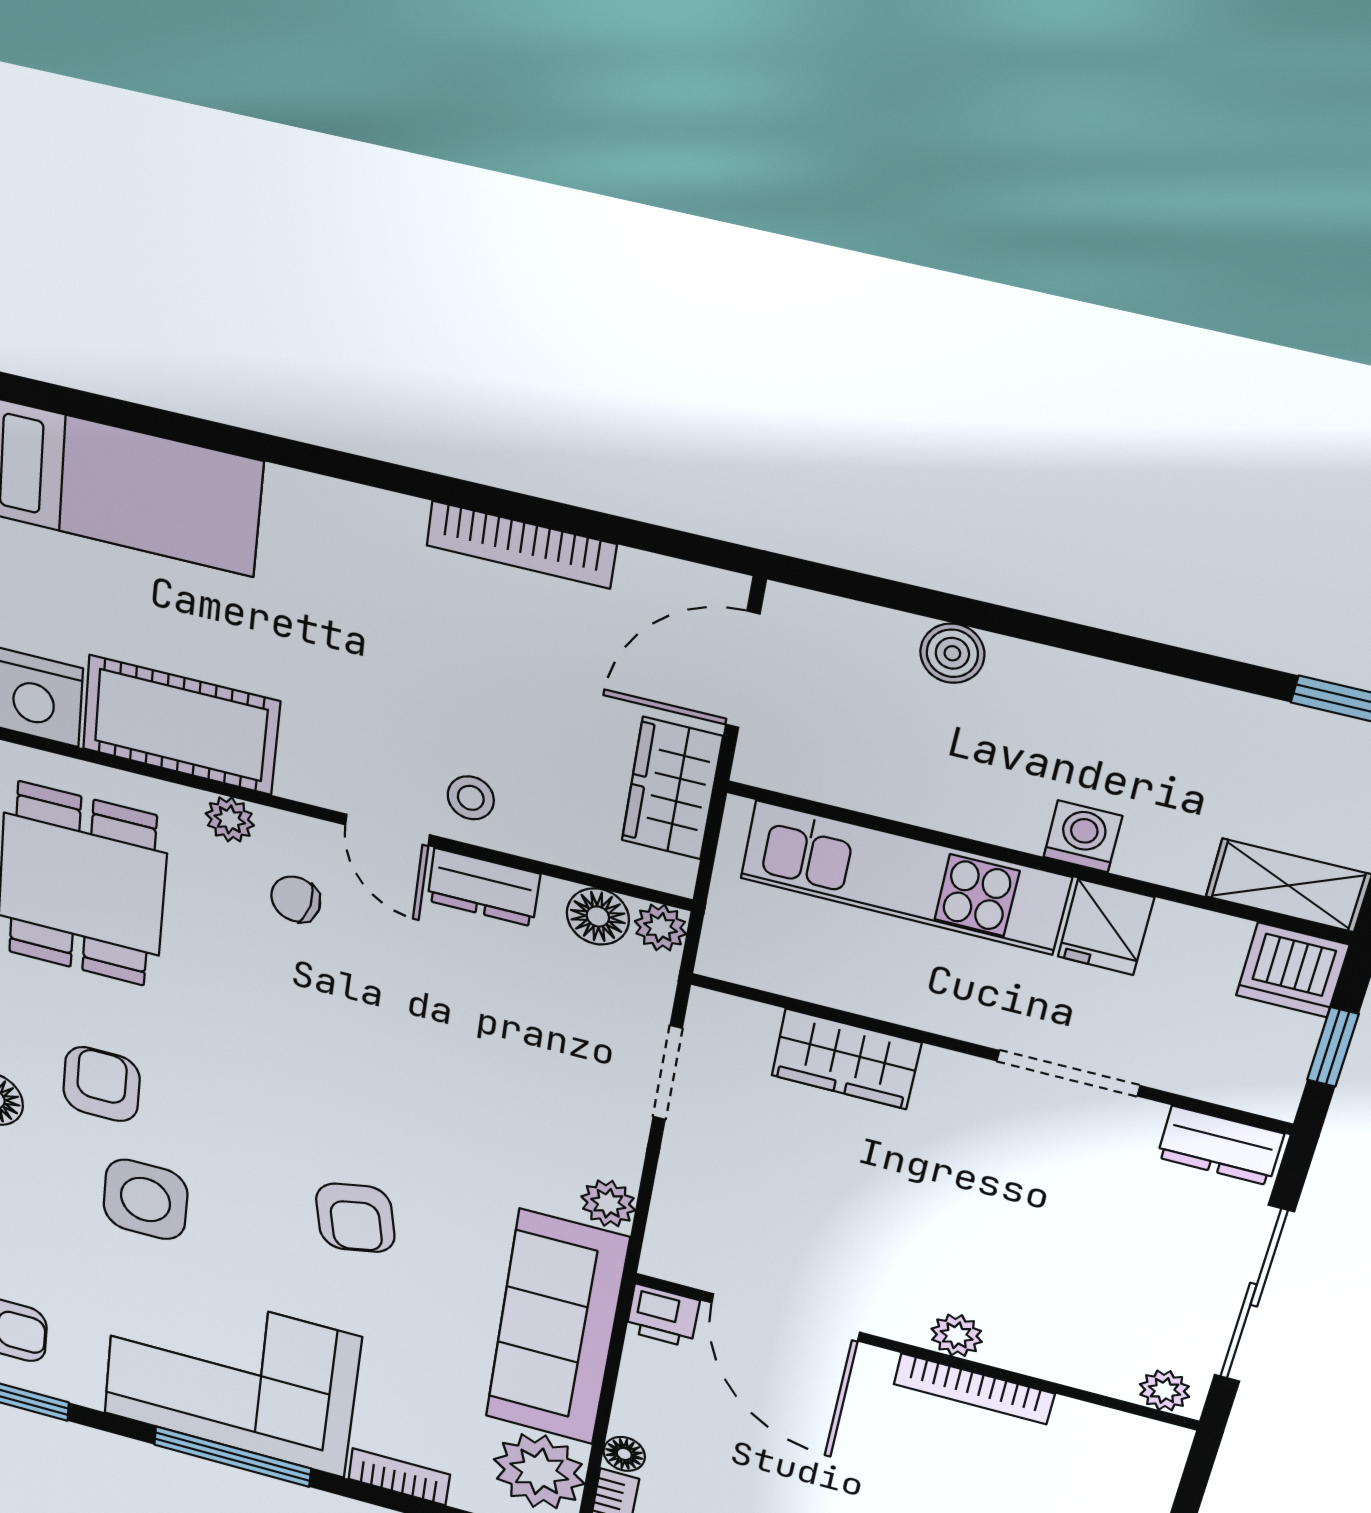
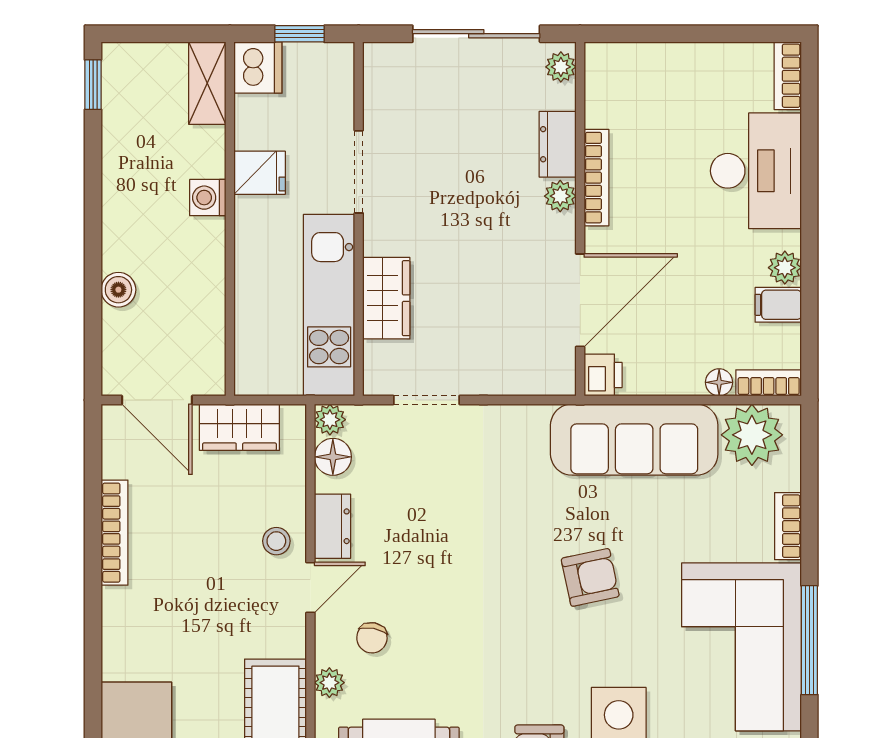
kitchen unit: (904, 878) -> (329, 305), moved, turned 180
dresser: (1220, 1146) -> (558, 144), moved, turned 180
plant: (608, 1203) -> (530, 421), removed

